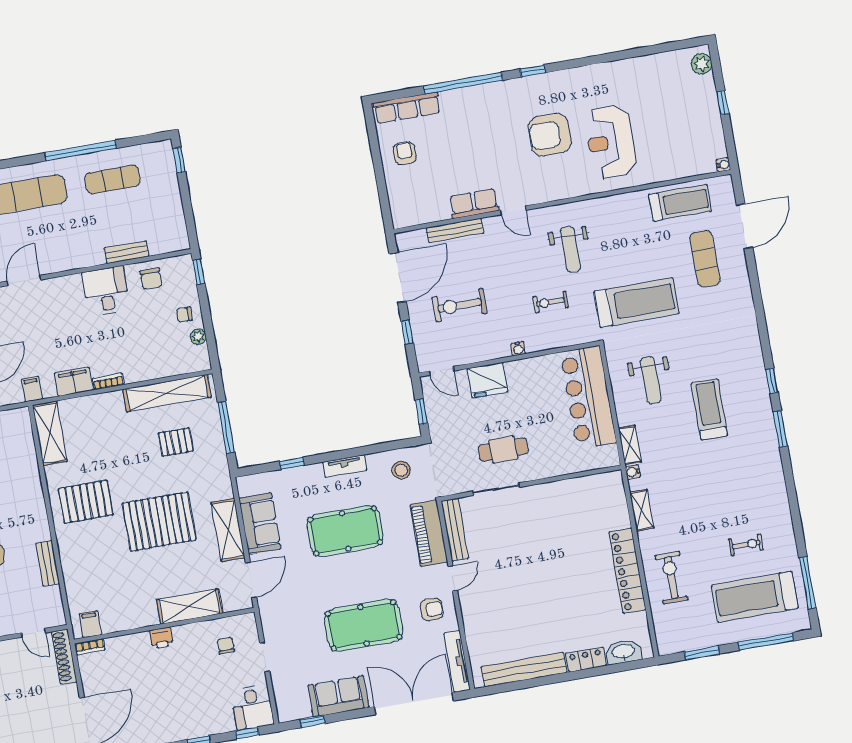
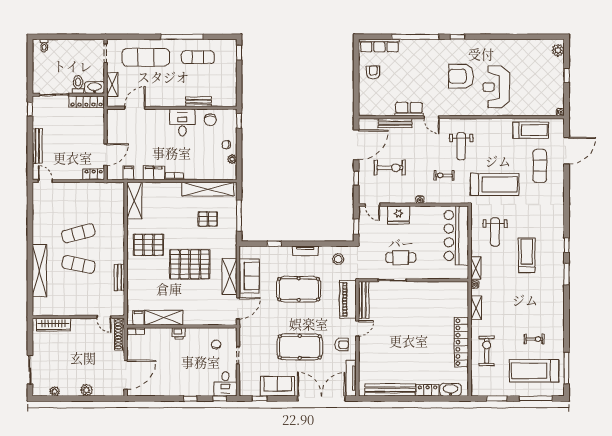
exercise bike: (460, 305) -> (390, 168), turned 180
shelving: (190, 606) -> (164, 318), moved

